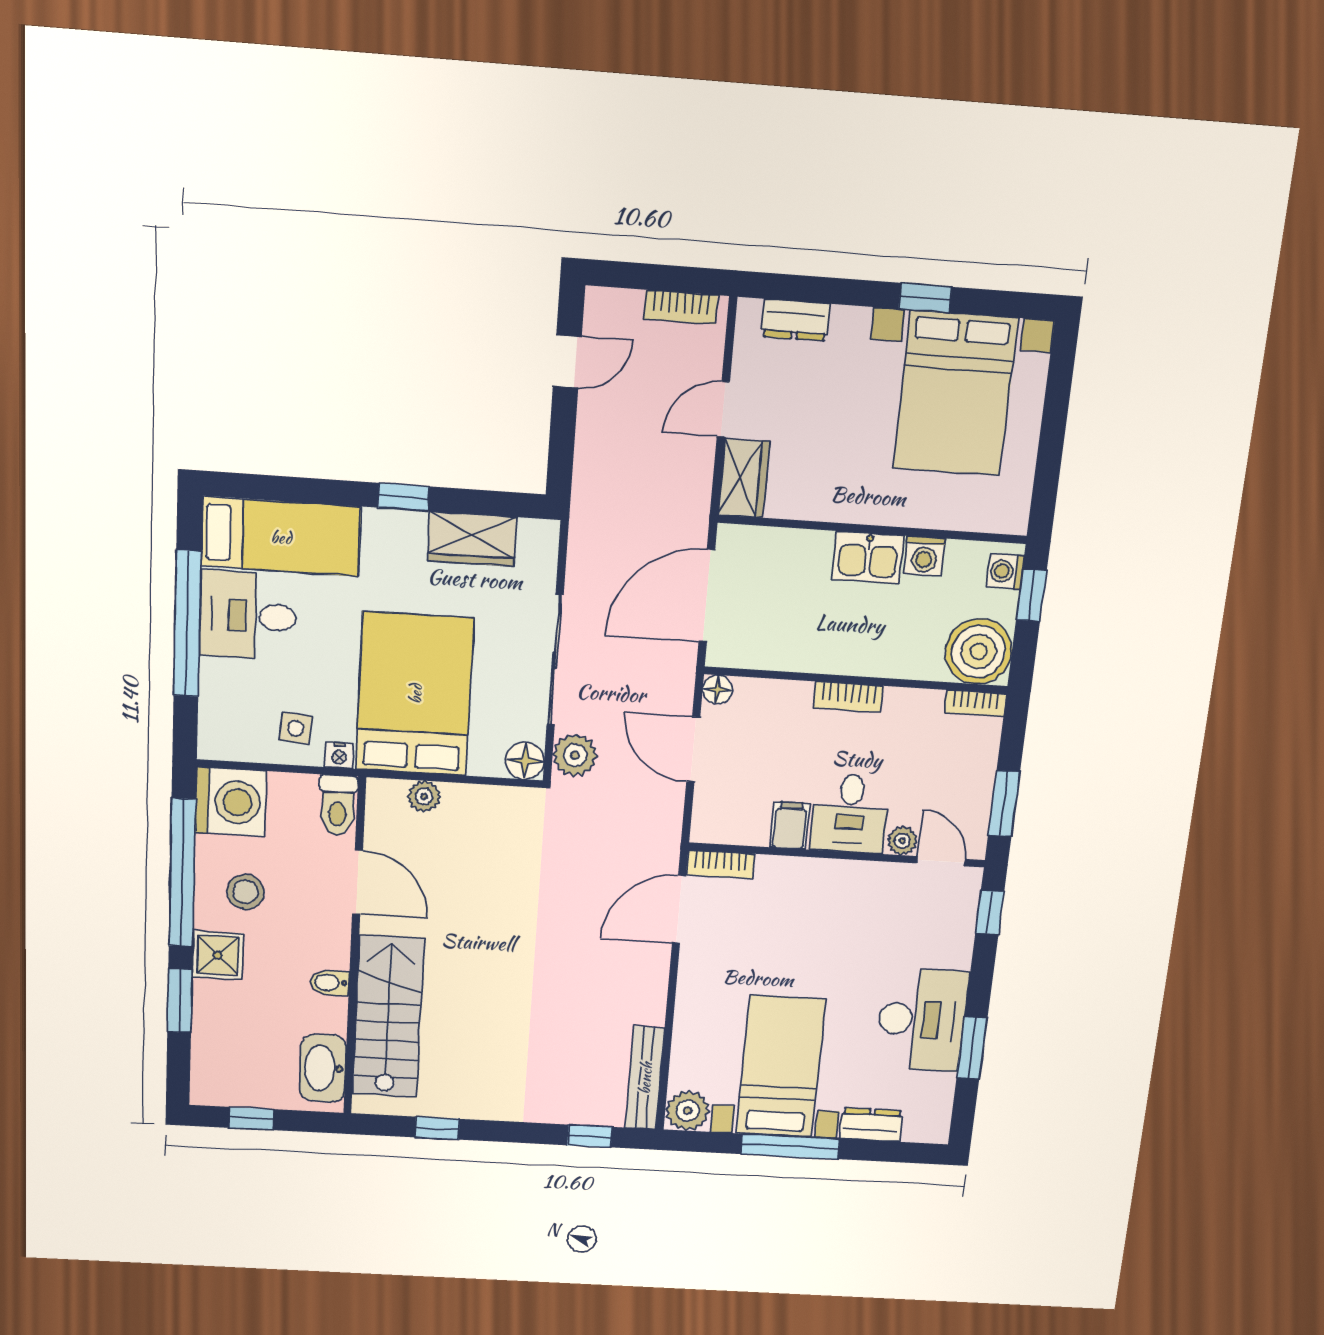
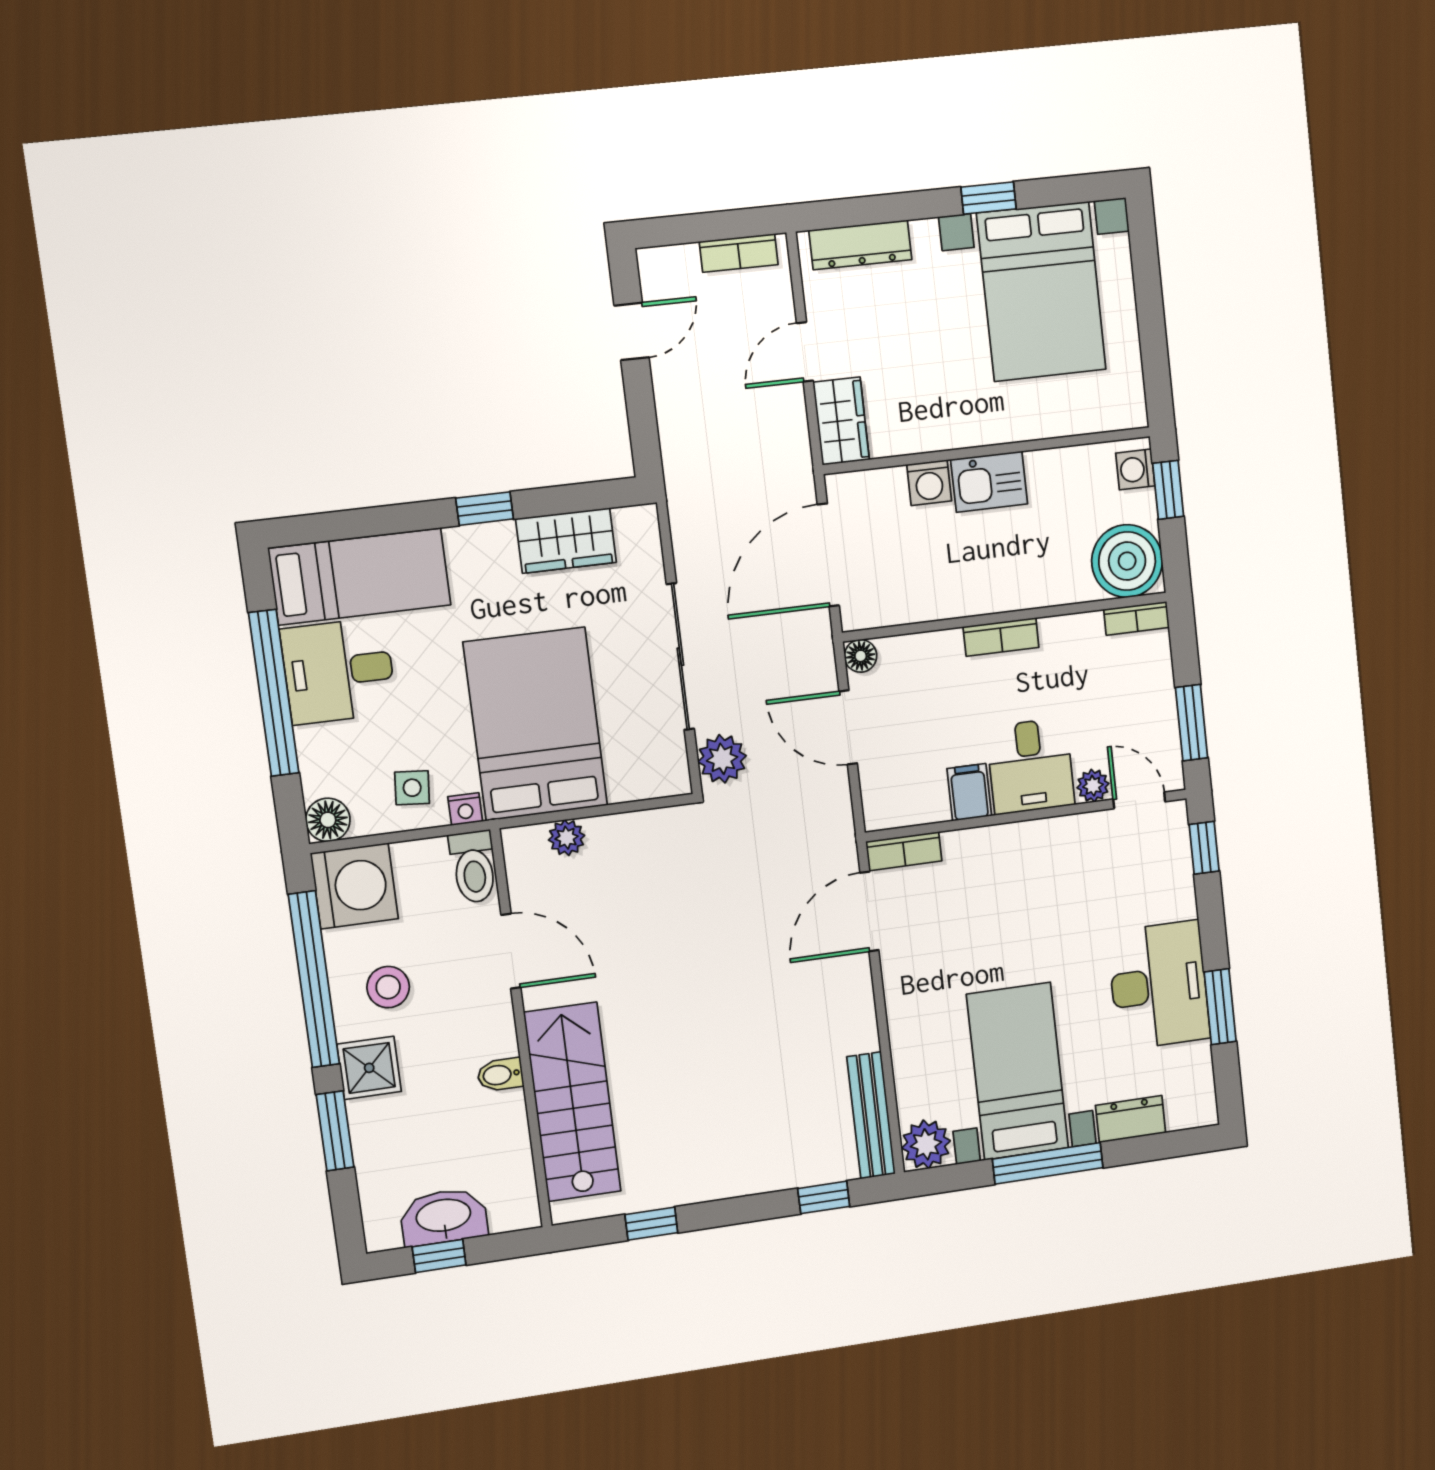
dresser: (796, 320) -> (860, 245), width x1.44
washing machine: (924, 556) -> (929, 483), moved
floor lamp: (525, 761) -> (328, 820), moved
washbasin: (323, 1068) -> (444, 1217), moved, turned 90

